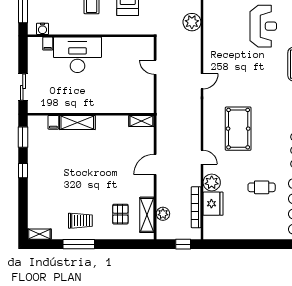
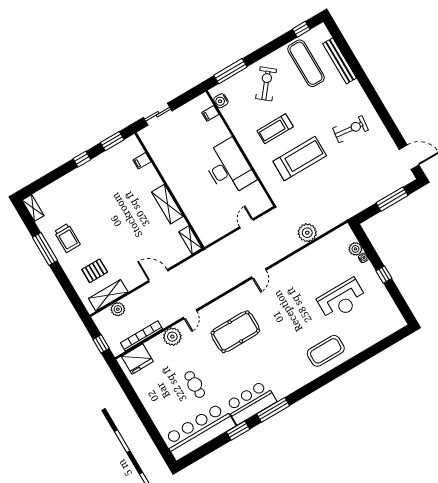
desk: (77, 55) -> (229, 168), moved
door: (202, 81) -> (259, 274), hinge flipped
shelving: (77, 122) -> (167, 204), moved
fridge: (213, 204) -> (137, 359), moved

